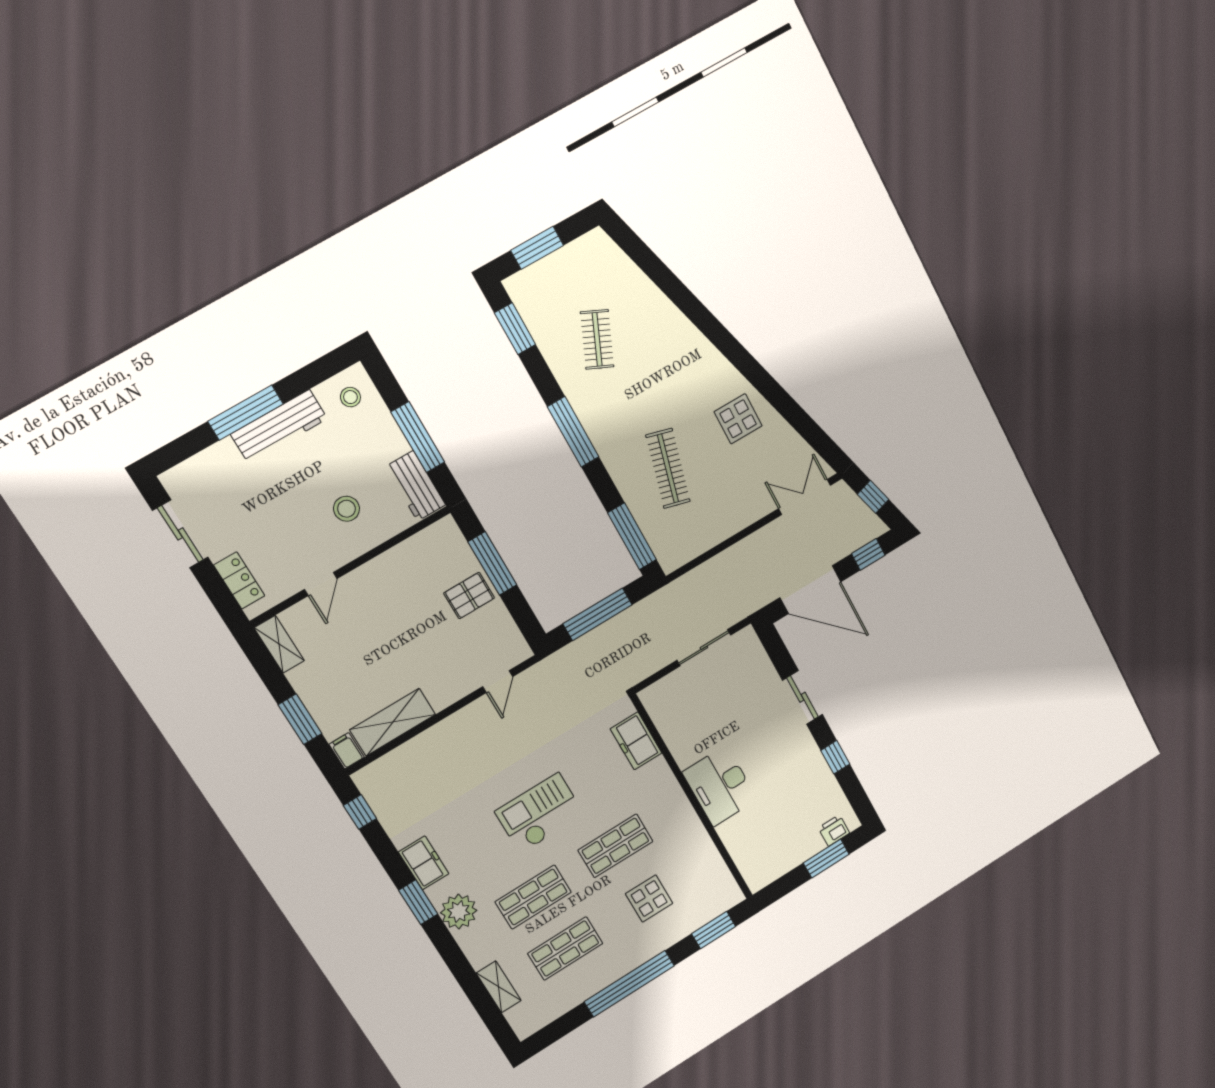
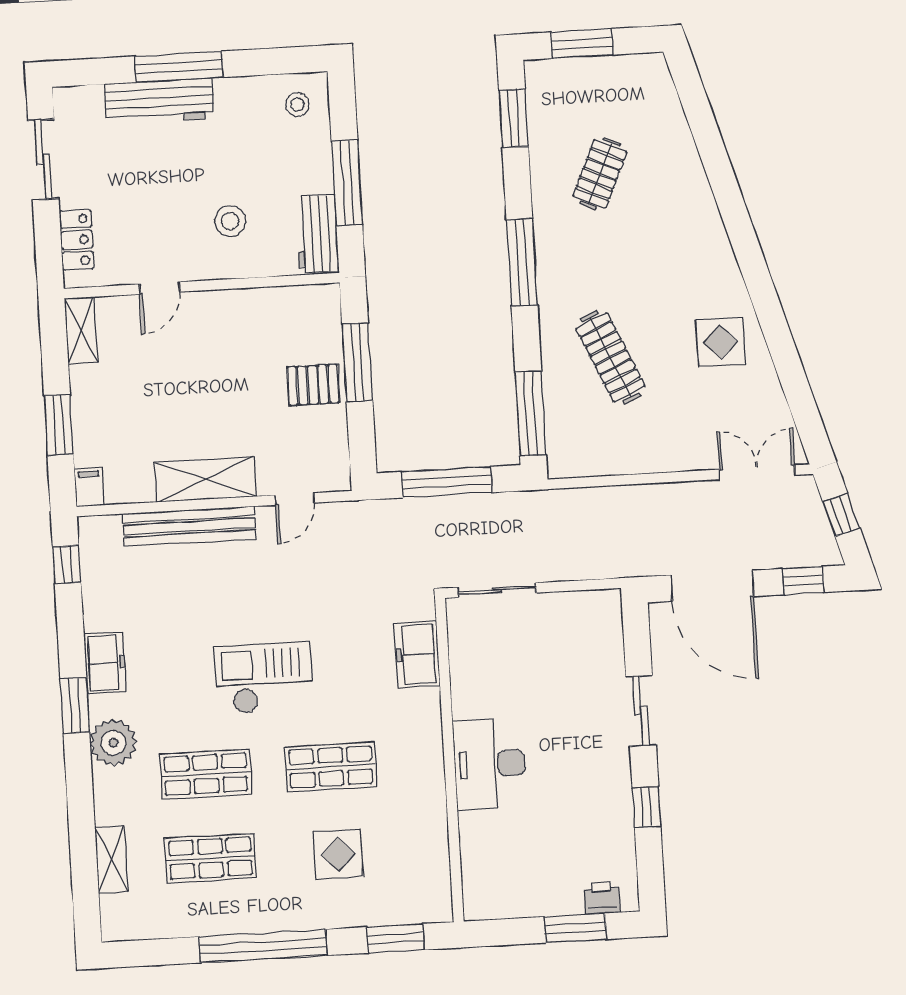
workbench: (279, 426) -> (159, 101), moved
clothes rail: (668, 468) -> (610, 357), turned -39
sliding door: (704, 648) -> (497, 590), moved
shelving: (393, 722) -> (205, 479), moved
bench: (433, 740) -> (189, 526), added

